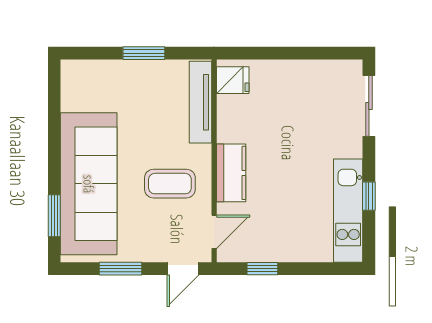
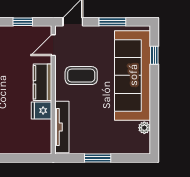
fridge: (233, 80) -> (41, 110), moved
plant: (70, 101) -> (144, 128), added
window: (54, 216) -> (154, 55), width x0.67

